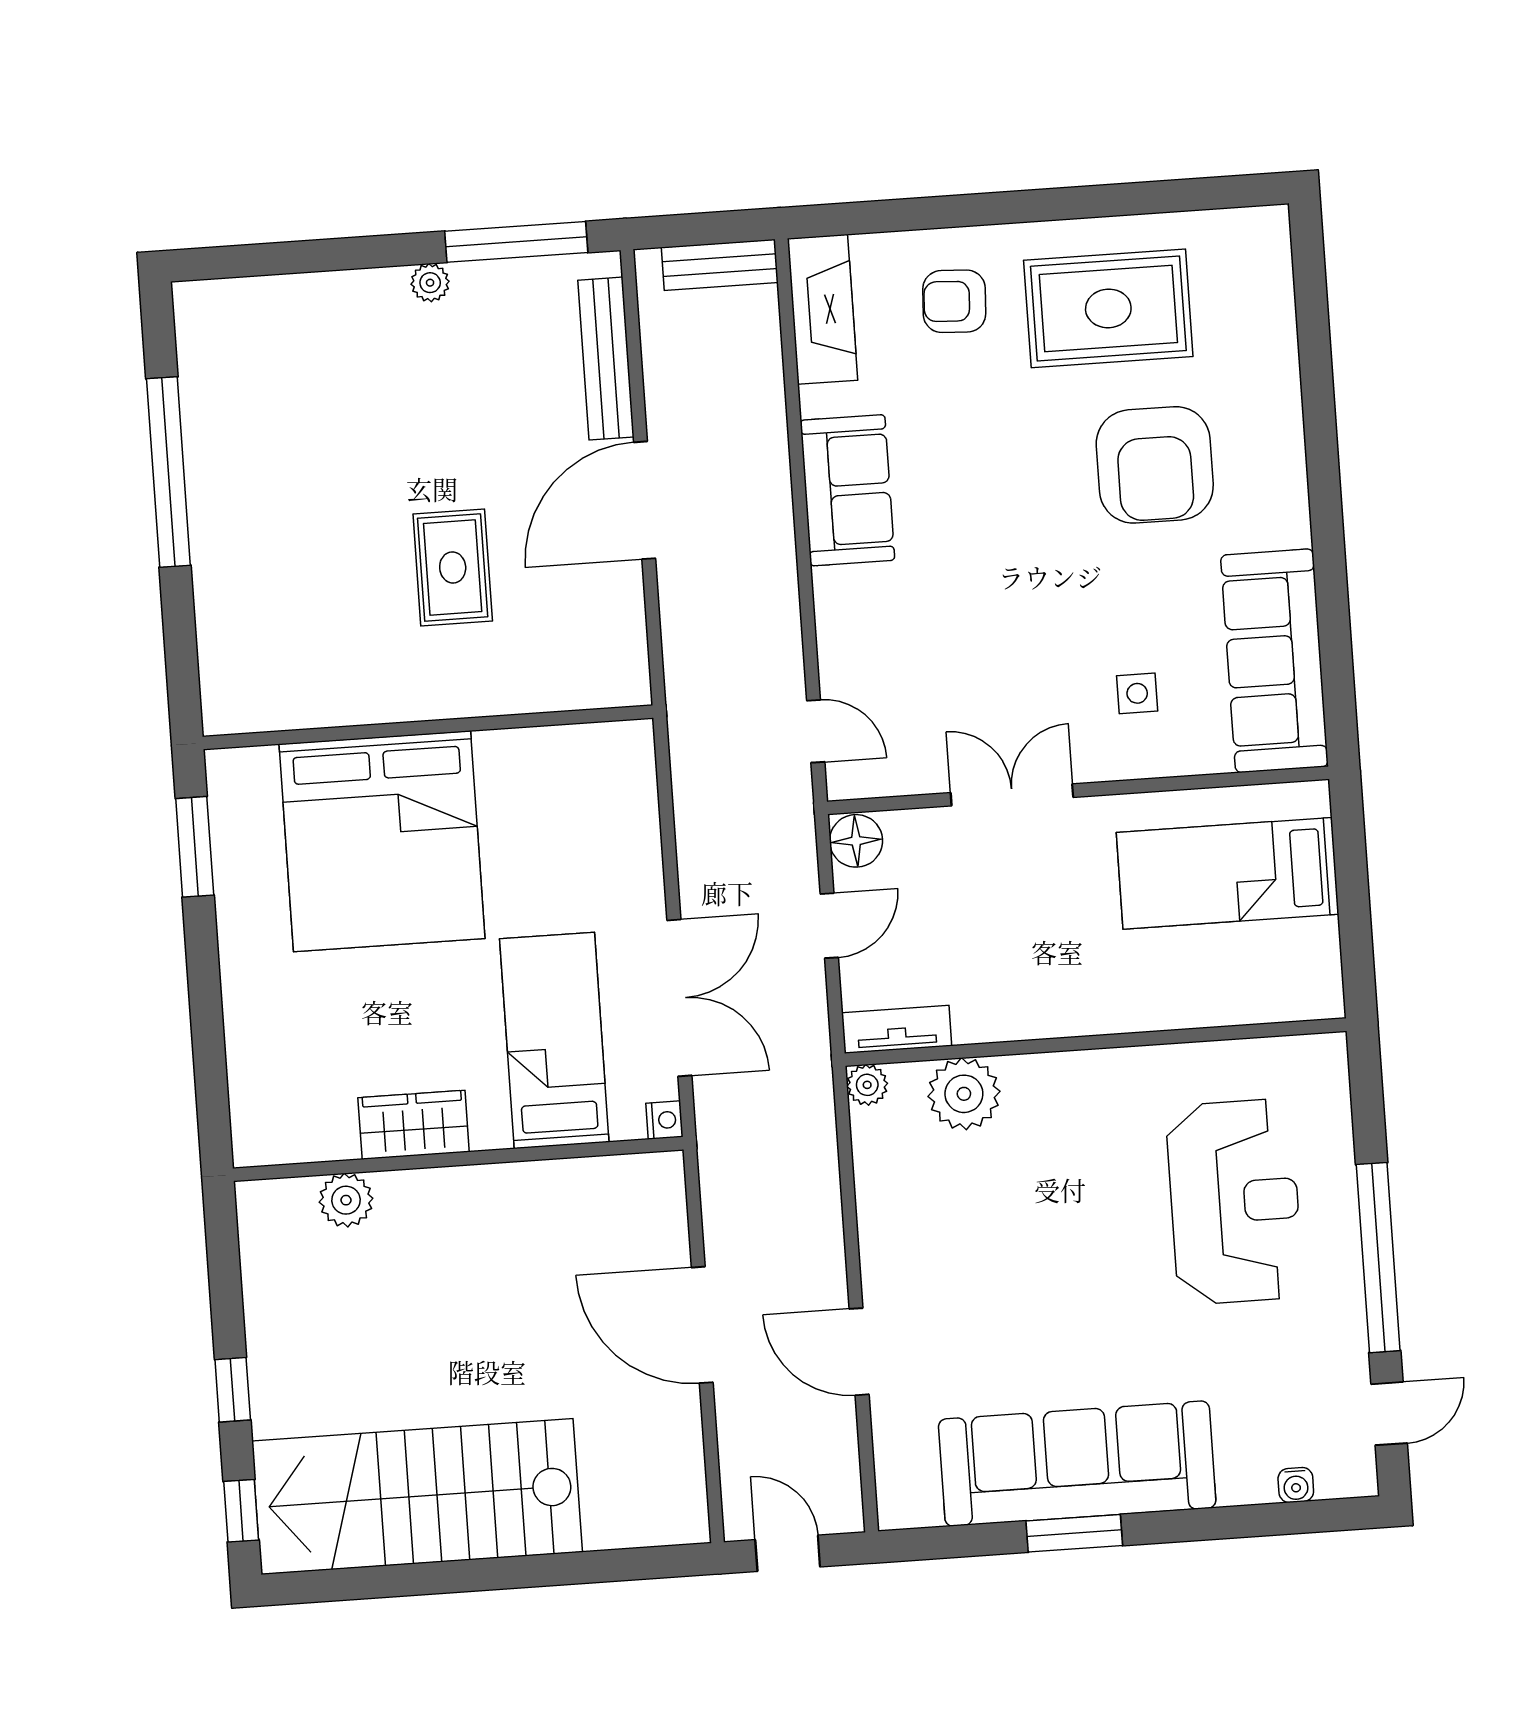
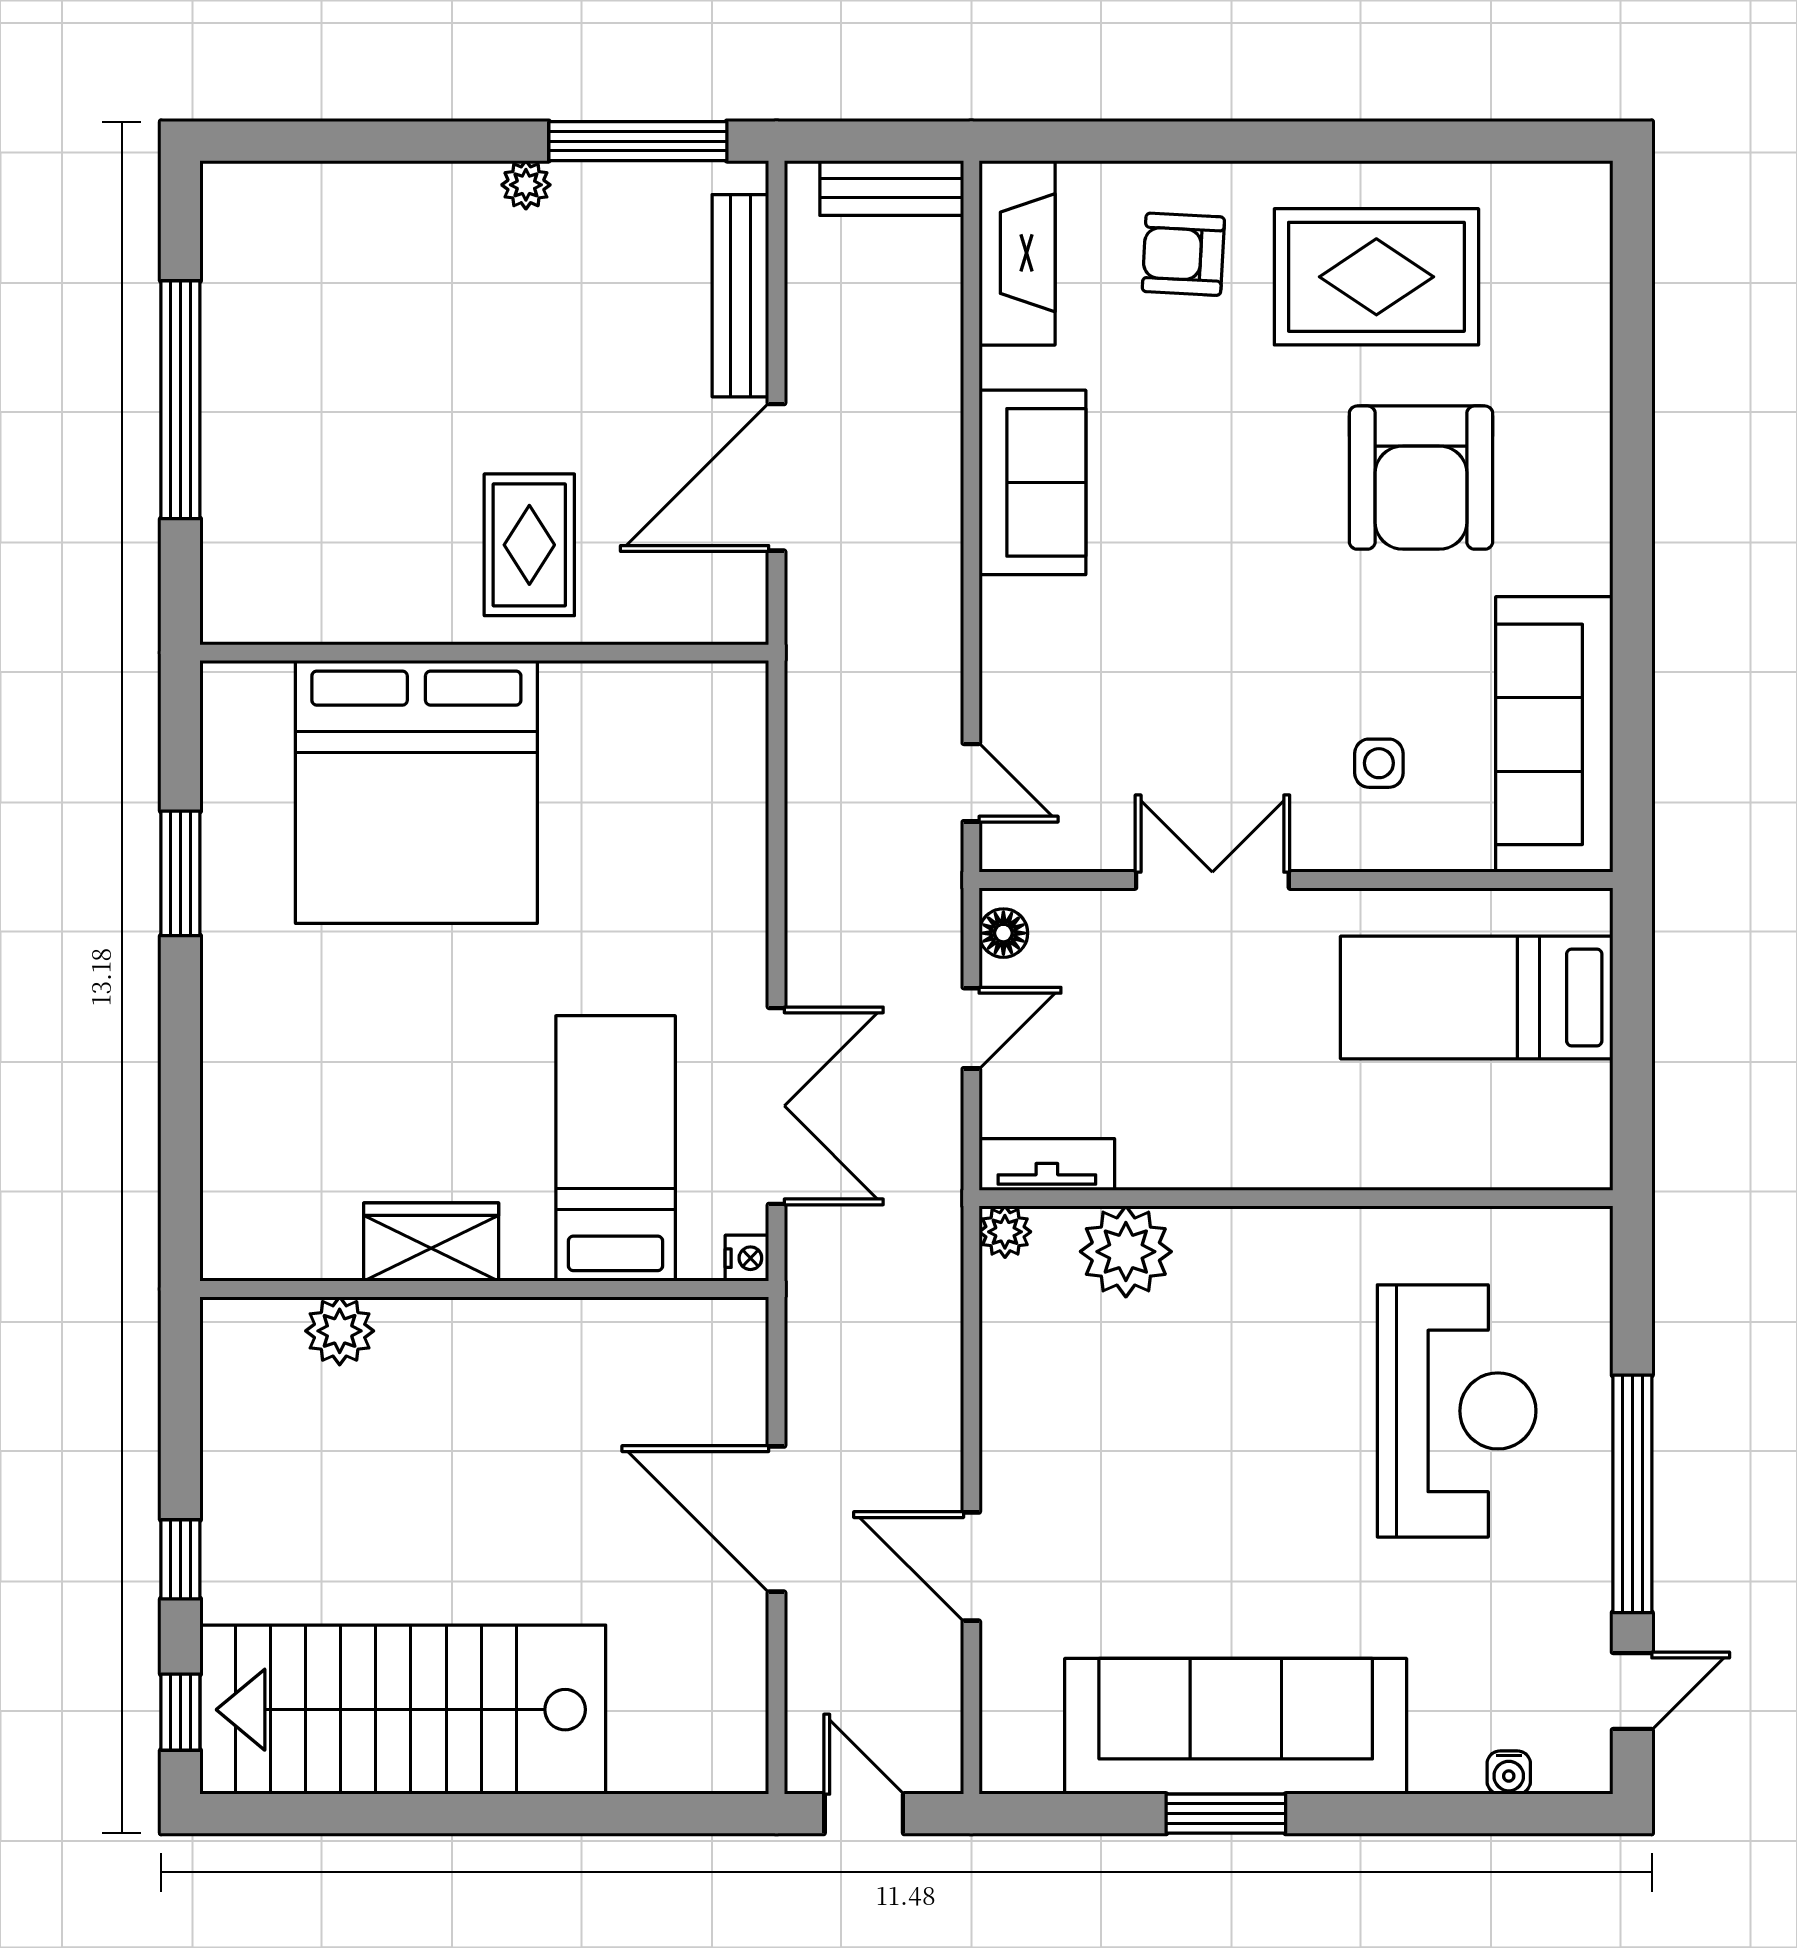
wall: (428, 727) -> (484, 653), moved
bed: (382, 841) -> (416, 792), moved
floor lamp: (856, 841) -> (1003, 933), width x0.73, depth x0.73

